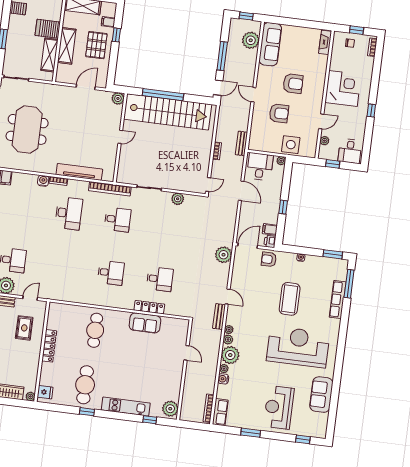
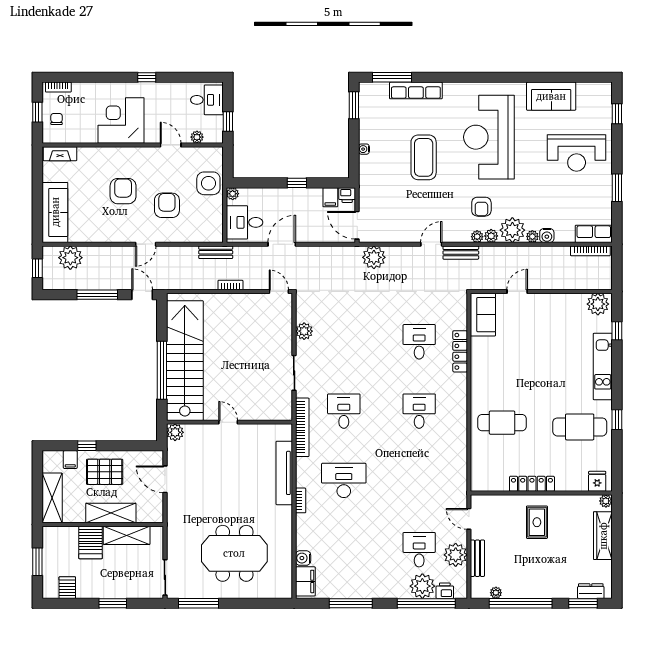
sofa: (270, 44) -> (55, 212), moved, turned 90
water cooler: (43, 181) -> (303, 558), moved
armchair: (269, 259) -> (481, 207), moved
coffee table: (290, 299) -> (424, 157), turned 90
sofa: (145, 323) -> (483, 315), moved
rug: (24, 328) -> (537, 522), moved, turned 90

